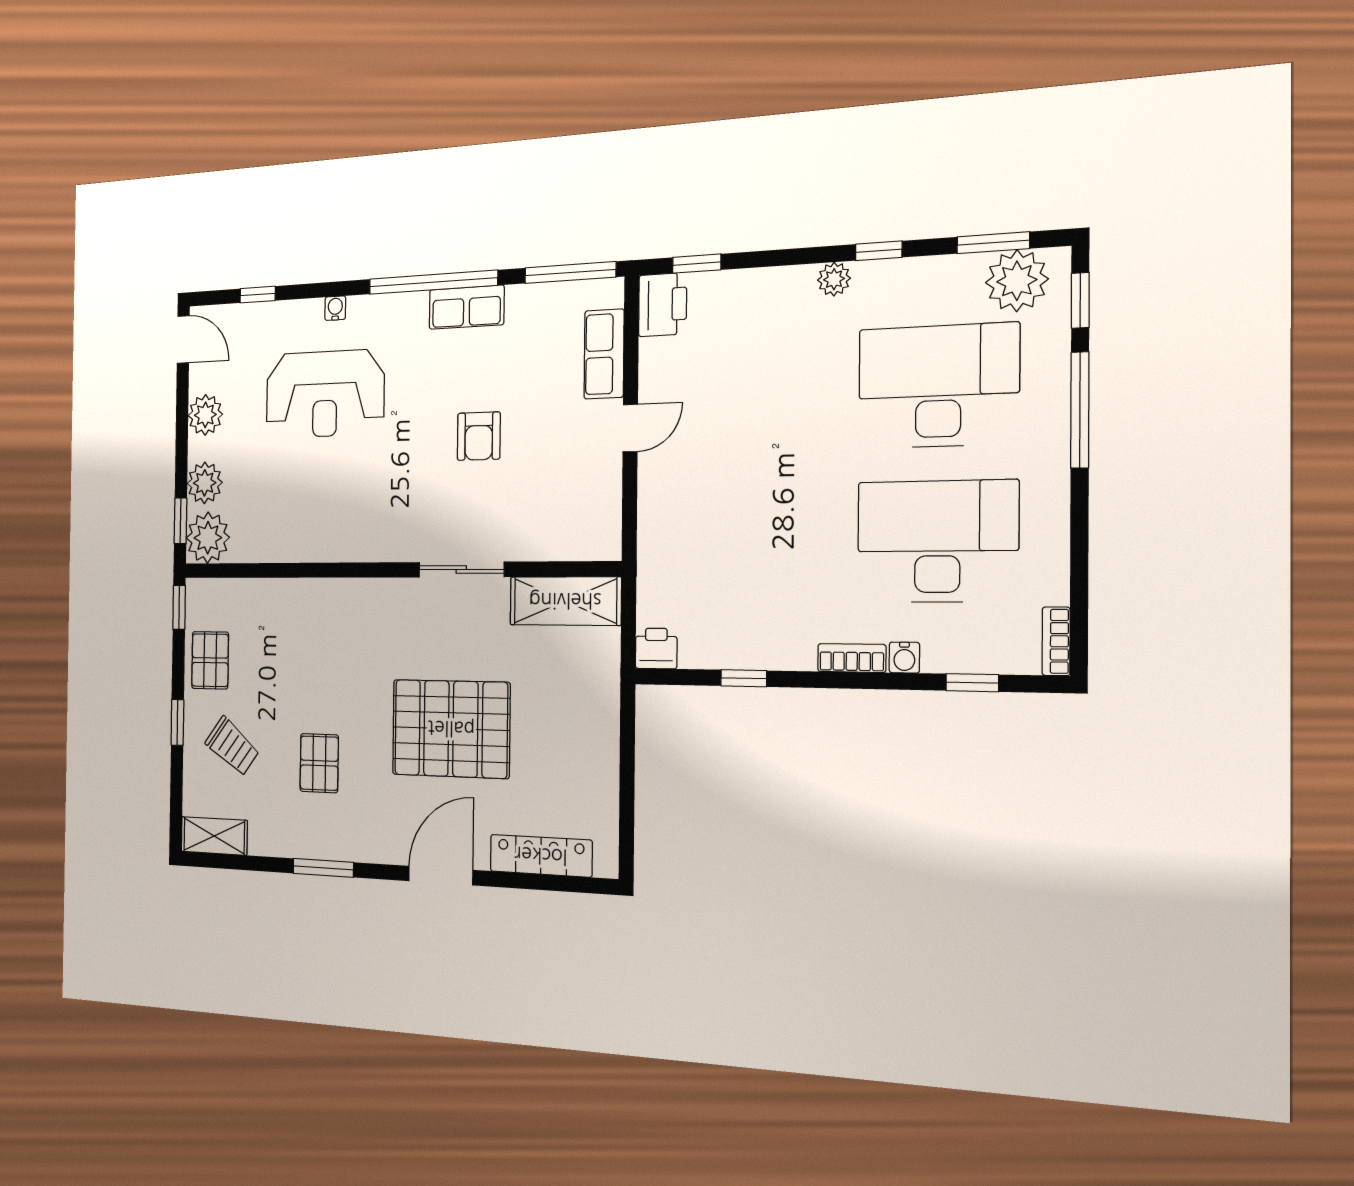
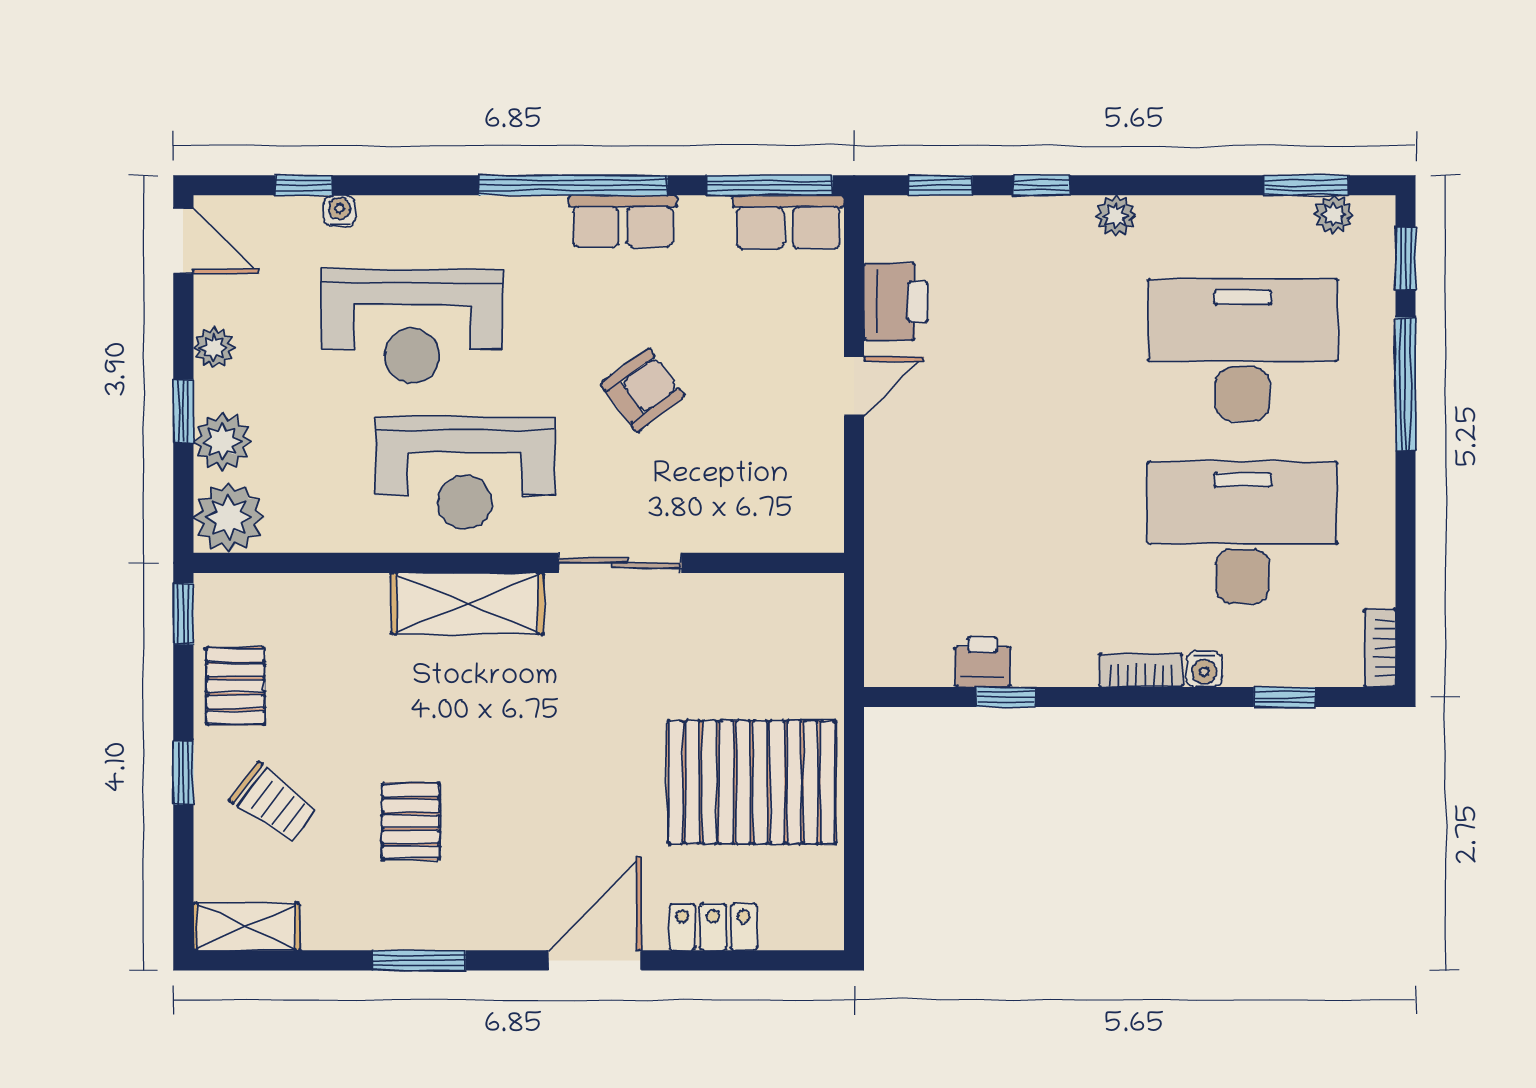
window: (879, 251) -> (1041, 185), moved
plant: (1017, 281) -> (1334, 215), width x0.53, depth x0.53
printer: (663, 305) -> (896, 302), moved
water cooler: (335, 308) -> (340, 211), moved
row of seats: (604, 354) -> (788, 222), moved, turned -90
plant: (205, 415) -> (214, 347), width x0.73, depth x0.73
armchair: (479, 436) -> (643, 390), turned -127
reception desk: (358, 502) -> (465, 473), added
window: (180, 521) -> (183, 411), moved
shelving: (565, 601) -> (467, 603), moved
printer: (656, 648) -> (982, 662), moved
pallet: (451, 729) -> (752, 782), moved
locker: (541, 856) -> (713, 927), width x0.66

